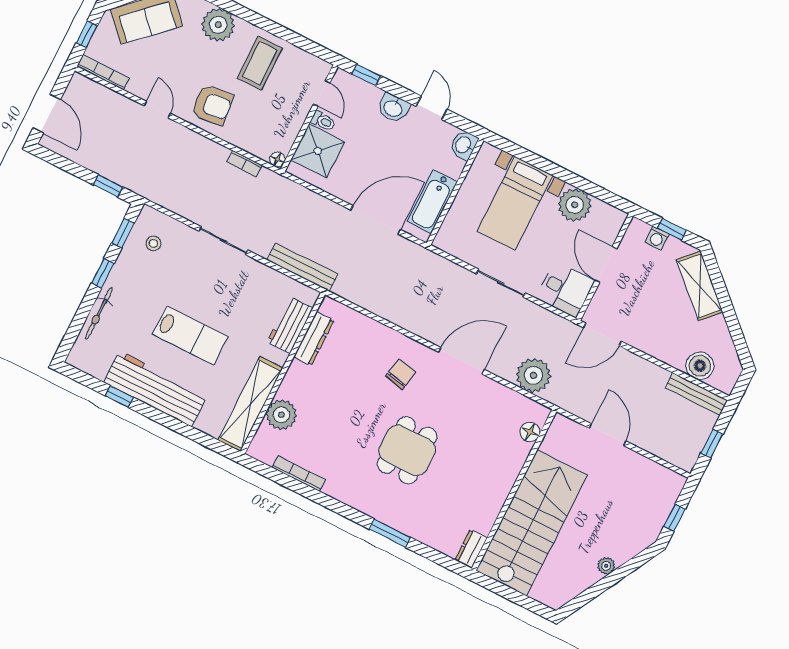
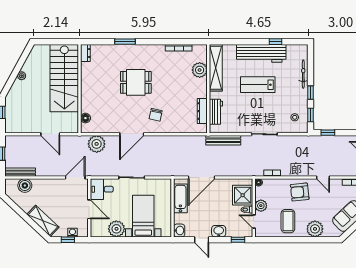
plant: (294, 116) -> (261, 206), added
dining table: (407, 450) -> (136, 82), turned 90

